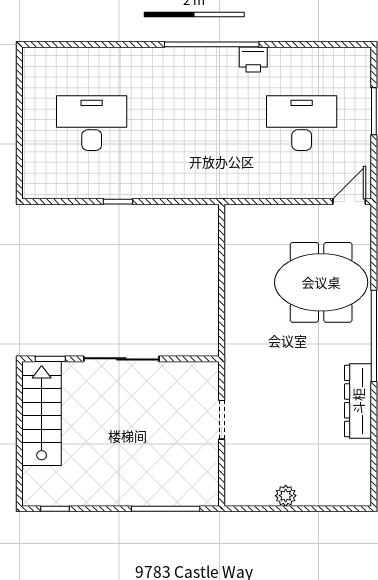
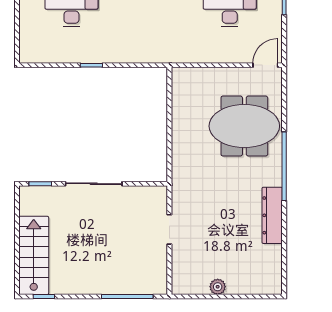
stairs: (42, 414) -> (34, 255), moved

